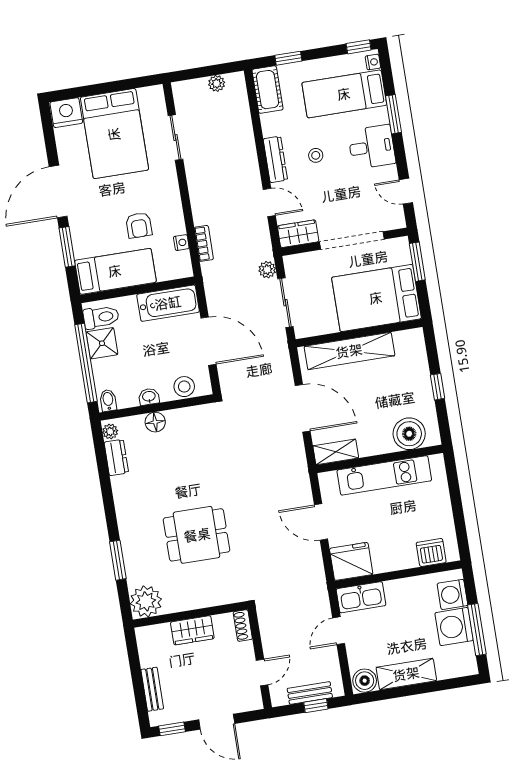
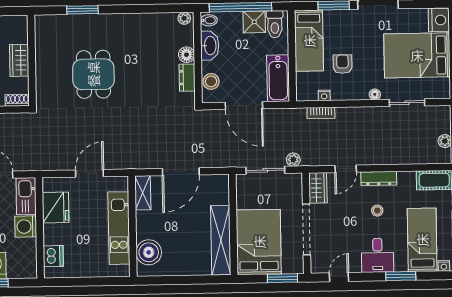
floor lamp: (171, 179) -> (375, 94), added
armchair: (139, 225) -> (342, 64), turned 90
door: (208, 341) -> (244, 106), hinge flipped
shelving: (349, 351) -> (221, 240), moved
window: (438, 387) -> (182, 280), removed
washbasin: (149, 397) -> (210, 46), width x1.91, depth x1.45
dresser: (116, 457) -> (187, 78), moved, turned 90
fridge: (351, 561) -> (56, 208), moved
washing machine: (452, 594) -> (26, 227), moved, turned -90
plant: (146, 601) -> (47, 27), removed

